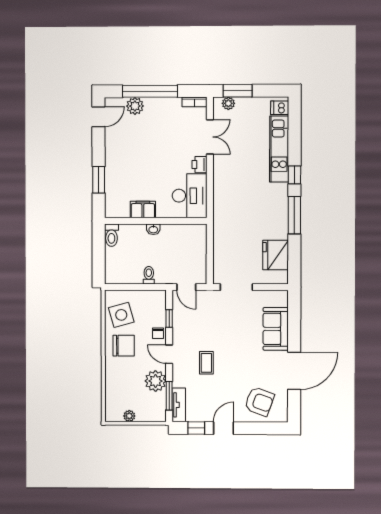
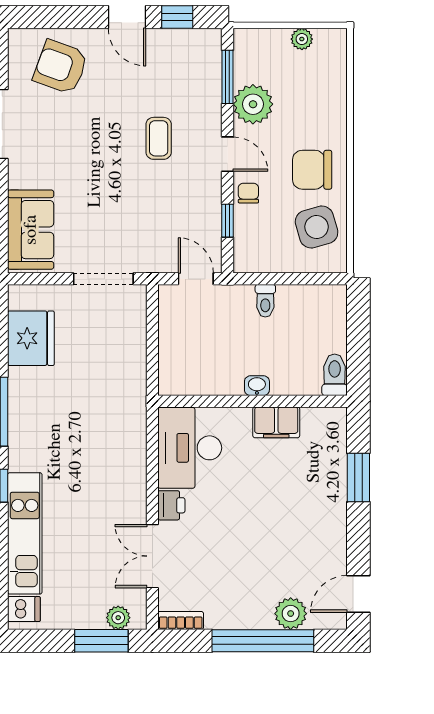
sofa: (276, 329) -> (31, 230), moved
tv unit: (179, 405) -> (210, 60), removed
door: (223, 428) -> (127, 17), hinge flipped

